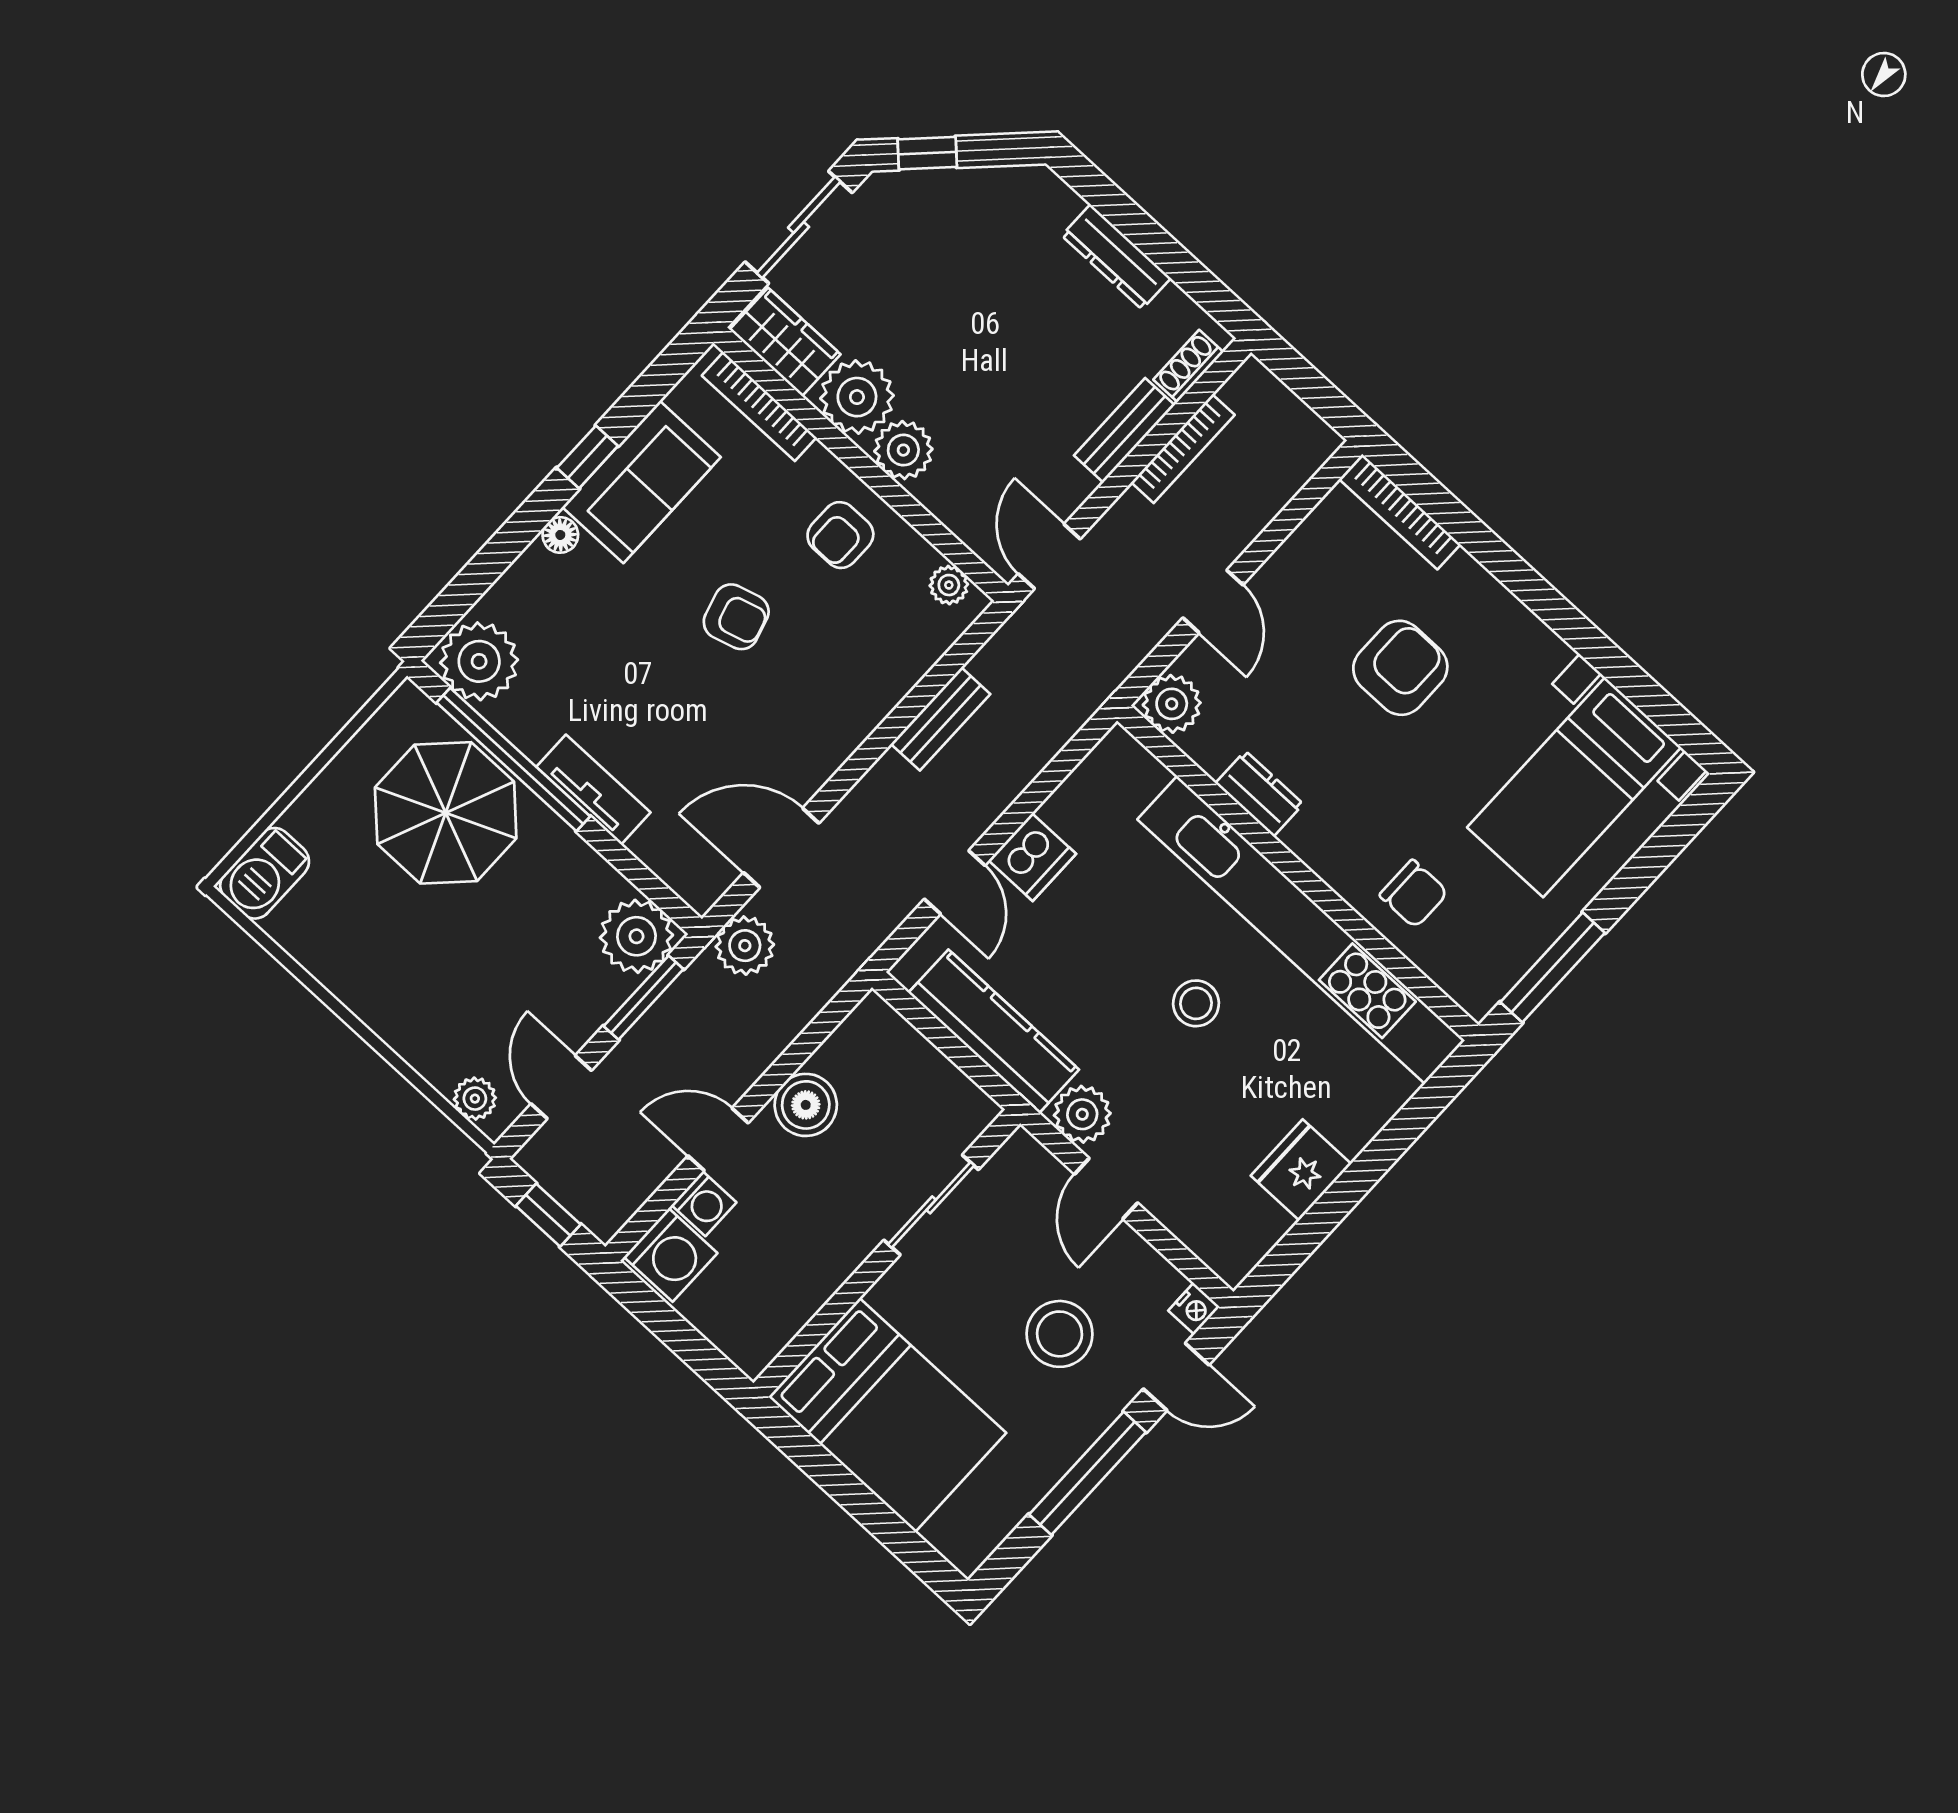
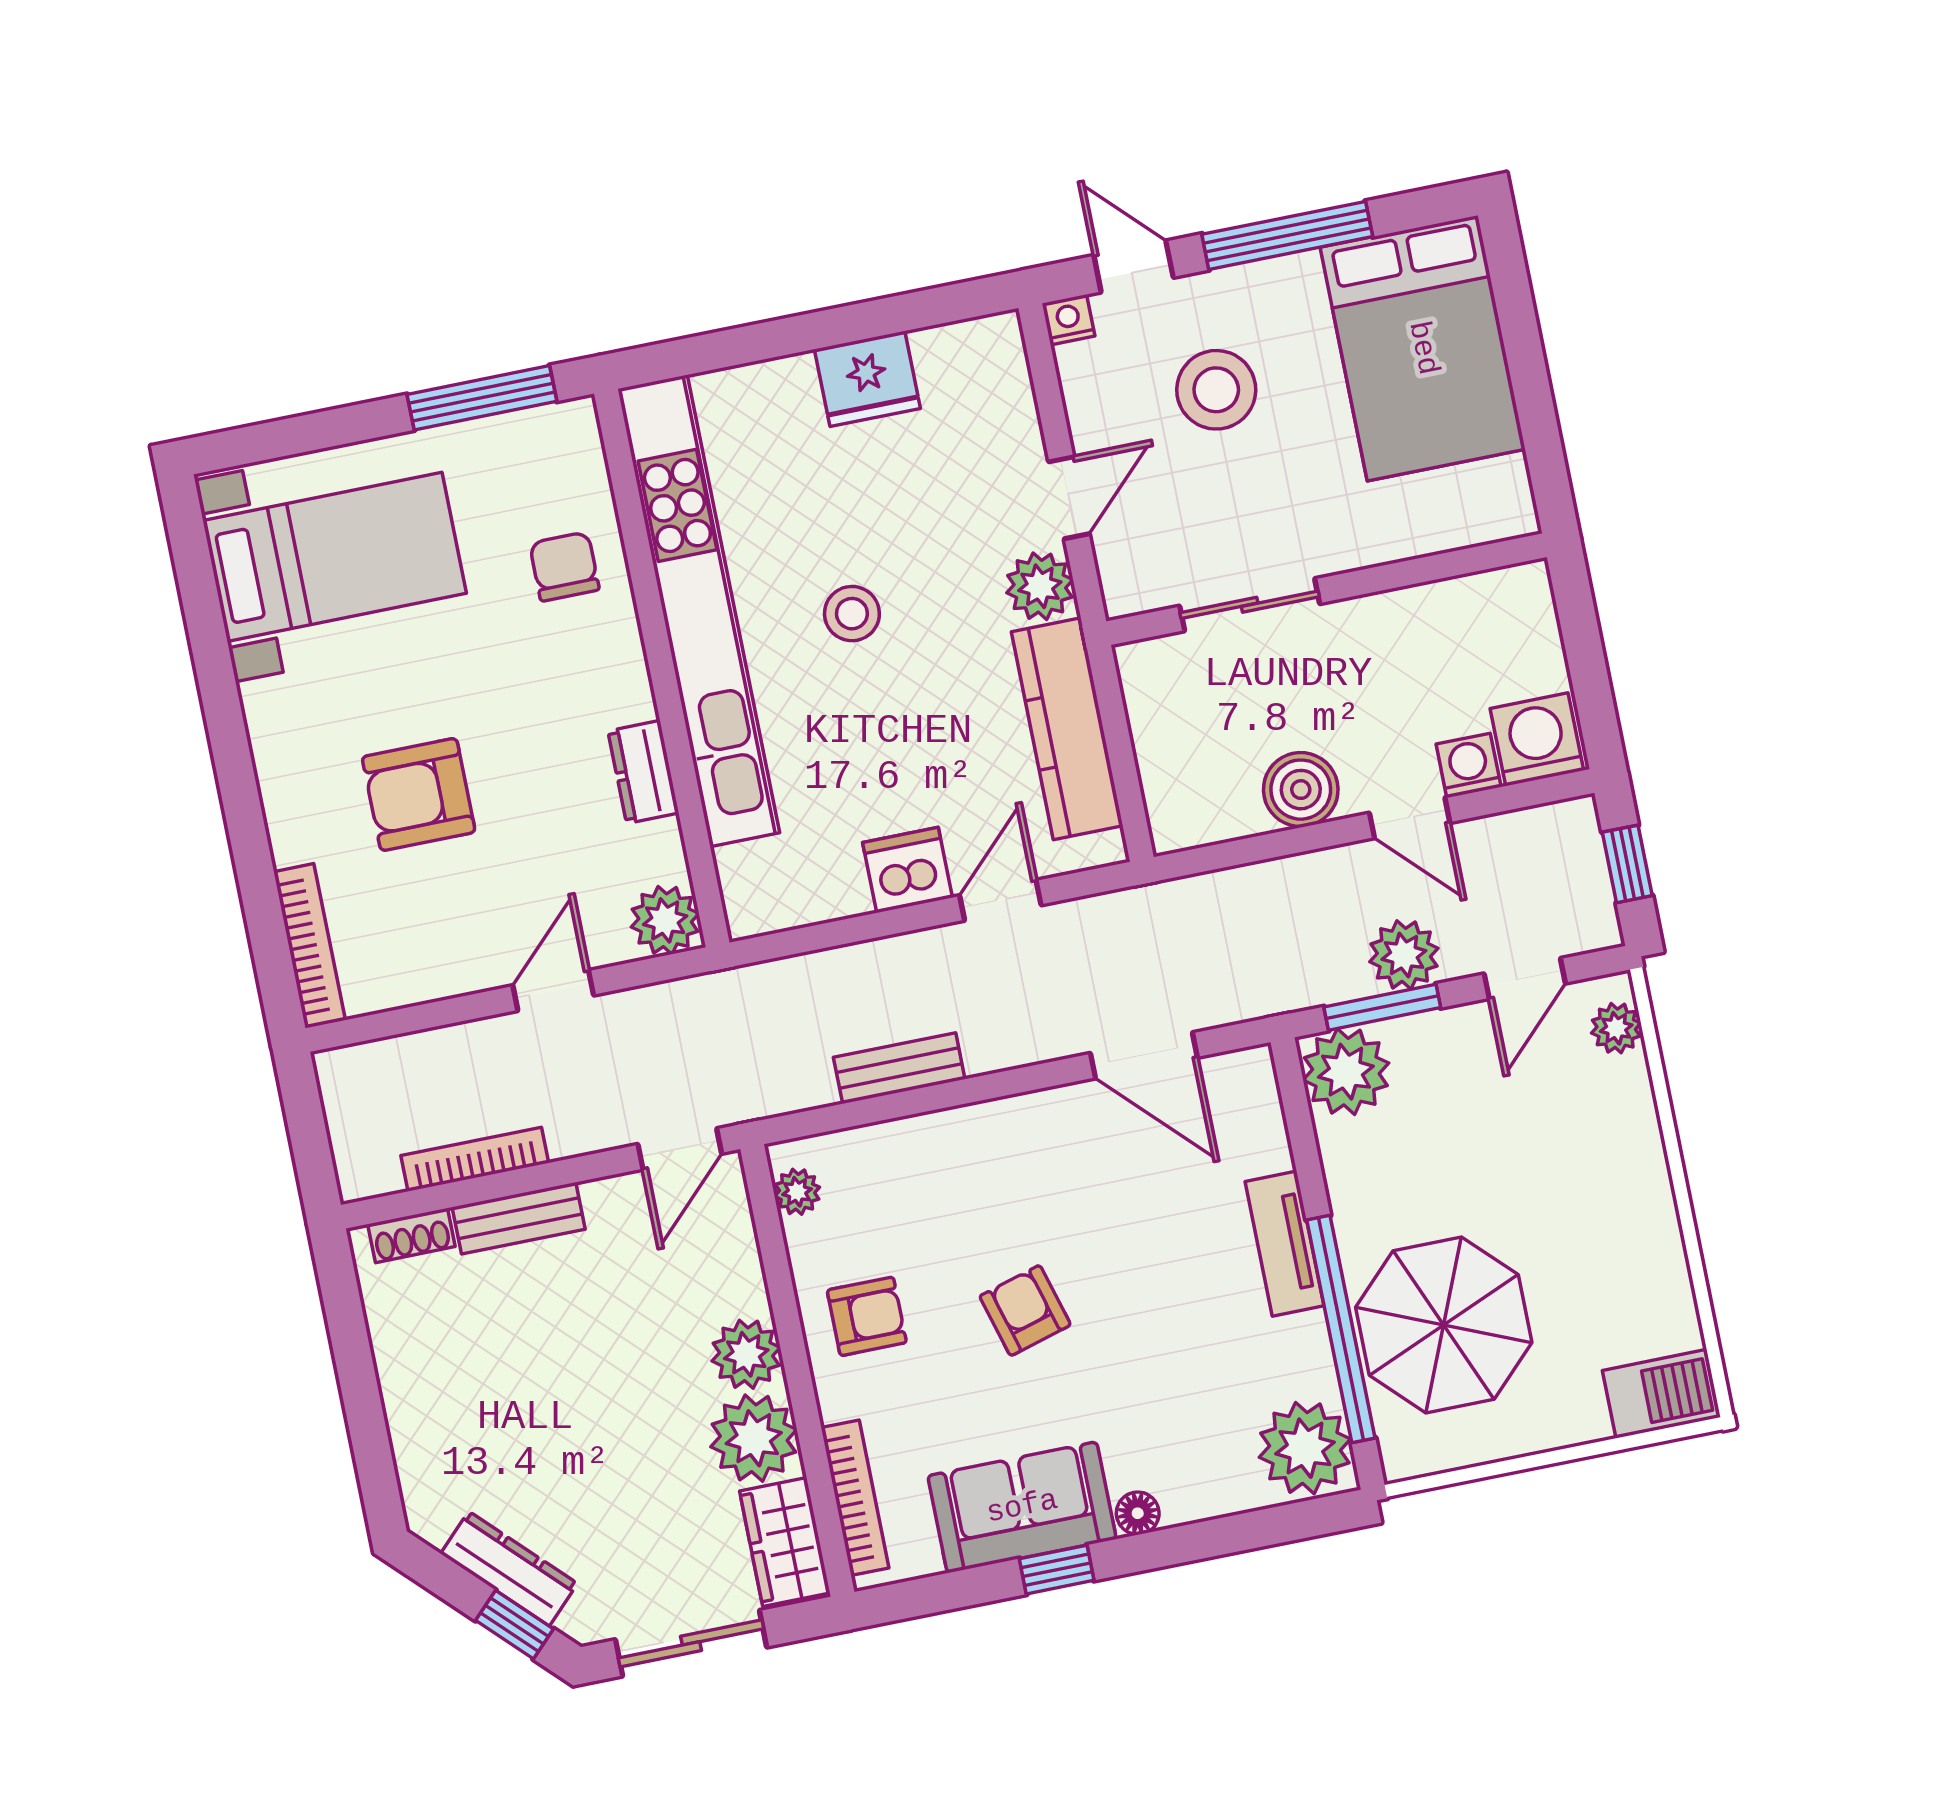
dresser: (1116, 257) -> (509, 1569), moved, turned -45
plant: (745, 946) -> (1404, 955), moved
bed: (887, 1415) -> (1423, 348), moved, turned 180

